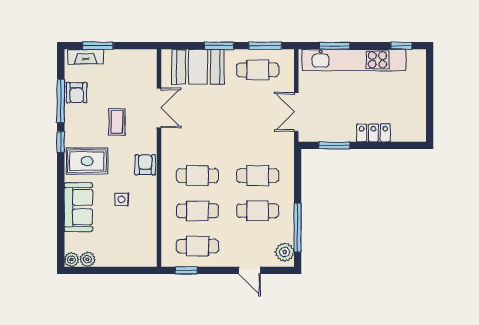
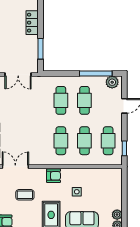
armchair: (145, 165) -> (54, 176), turned 180

